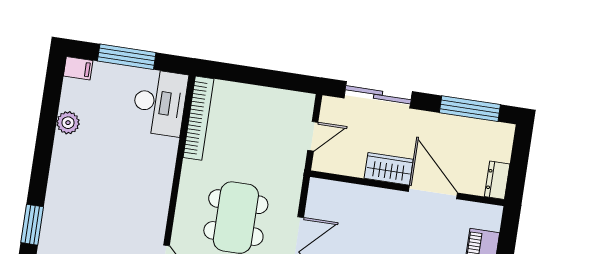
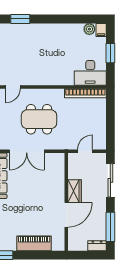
window: (127, 57) -> (110, 53), width x0.69
plant: (68, 123) -> (89, 29), moved
door: (313, 136) -> (85, 151), swing flipped
dresser: (497, 180) -> (97, 246), moved

